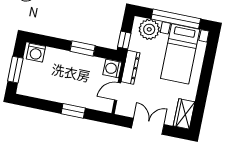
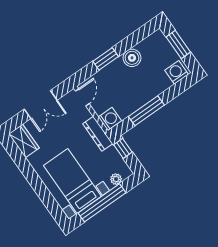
plant: (149, 29) -> (116, 179), width x0.53, depth x0.53
window: (83, 48) -> (146, 111), width x1.44
door: (117, 92) -> (82, 97), moved
boiler: (55, 93) -> (132, 58), added

